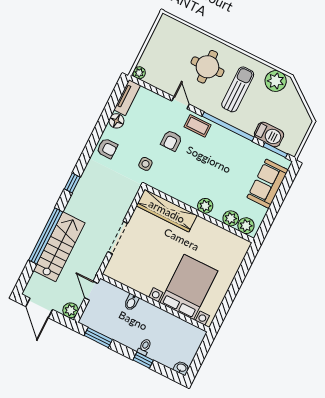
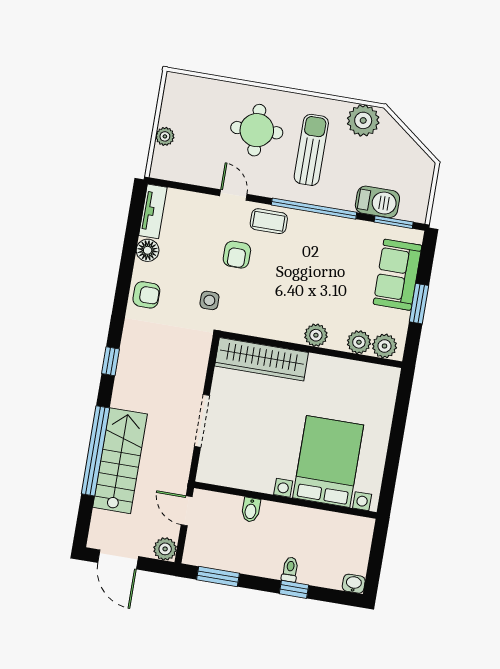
plant: (139, 73) -> (165, 136), moved
window: (275, 206) -> (419, 304), added

